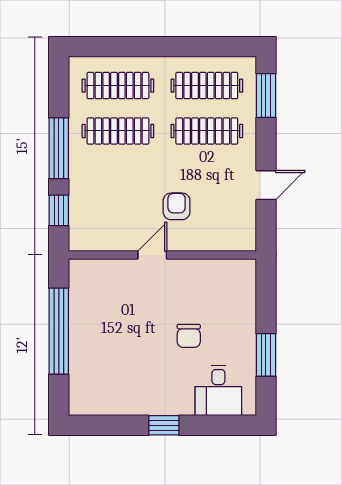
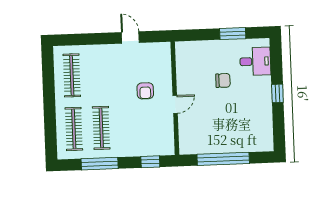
window: (266, 96) -> (76, 40), removed
clothes rail: (207, 131) -> (99, 74), removed
window: (59, 148) -> (100, 164), moved
armchair: (177, 206) -> (145, 91), turned -90
door: (152, 255) -> (175, 104), swing flipped

